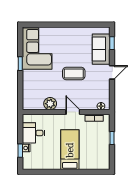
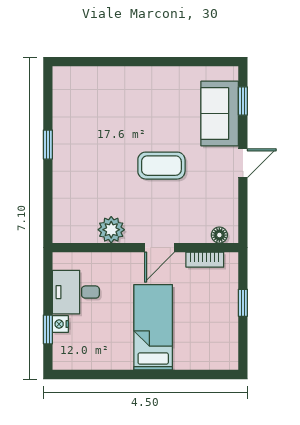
corner sofa: (37, 49) -> (84, 113), removed
door: (73, 112) -> (159, 248), swing flipped

